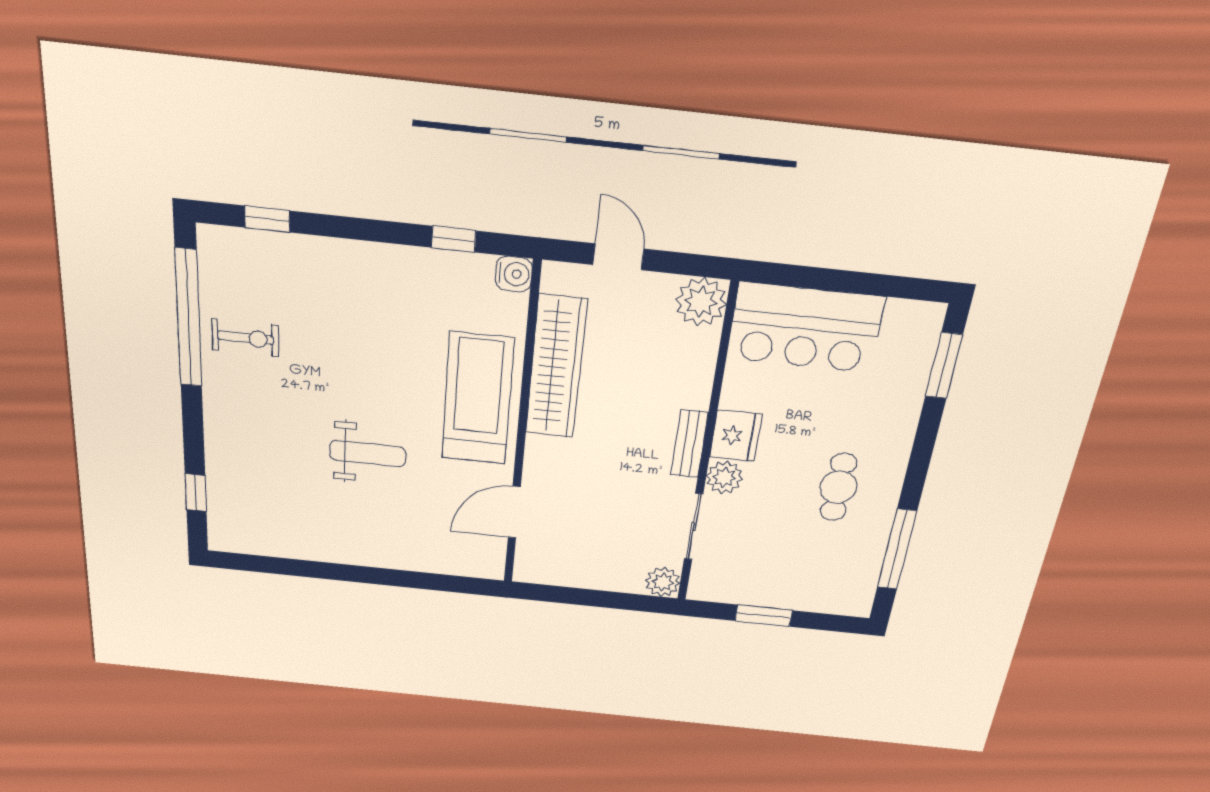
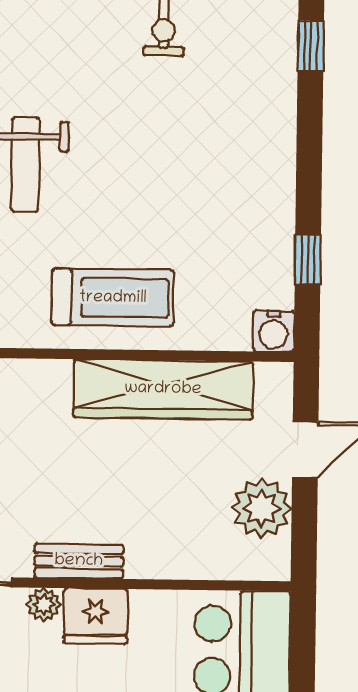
plant: (701, 302) -> (262, 508), moved
treadmill: (478, 399) -> (113, 298), width x0.73, depth x0.73
plant: (724, 477) -> (44, 605), width x0.73, depth x0.73

